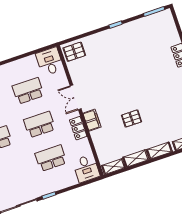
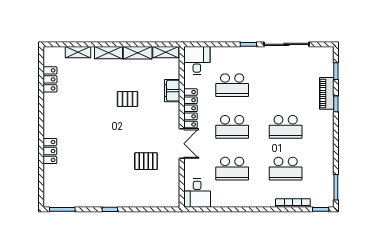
pallet: (74, 52) -> (146, 161), moved
filing cabinet: (92, 120) -> (172, 91), moved
locker: (78, 128) -> (190, 108), width x1.53

